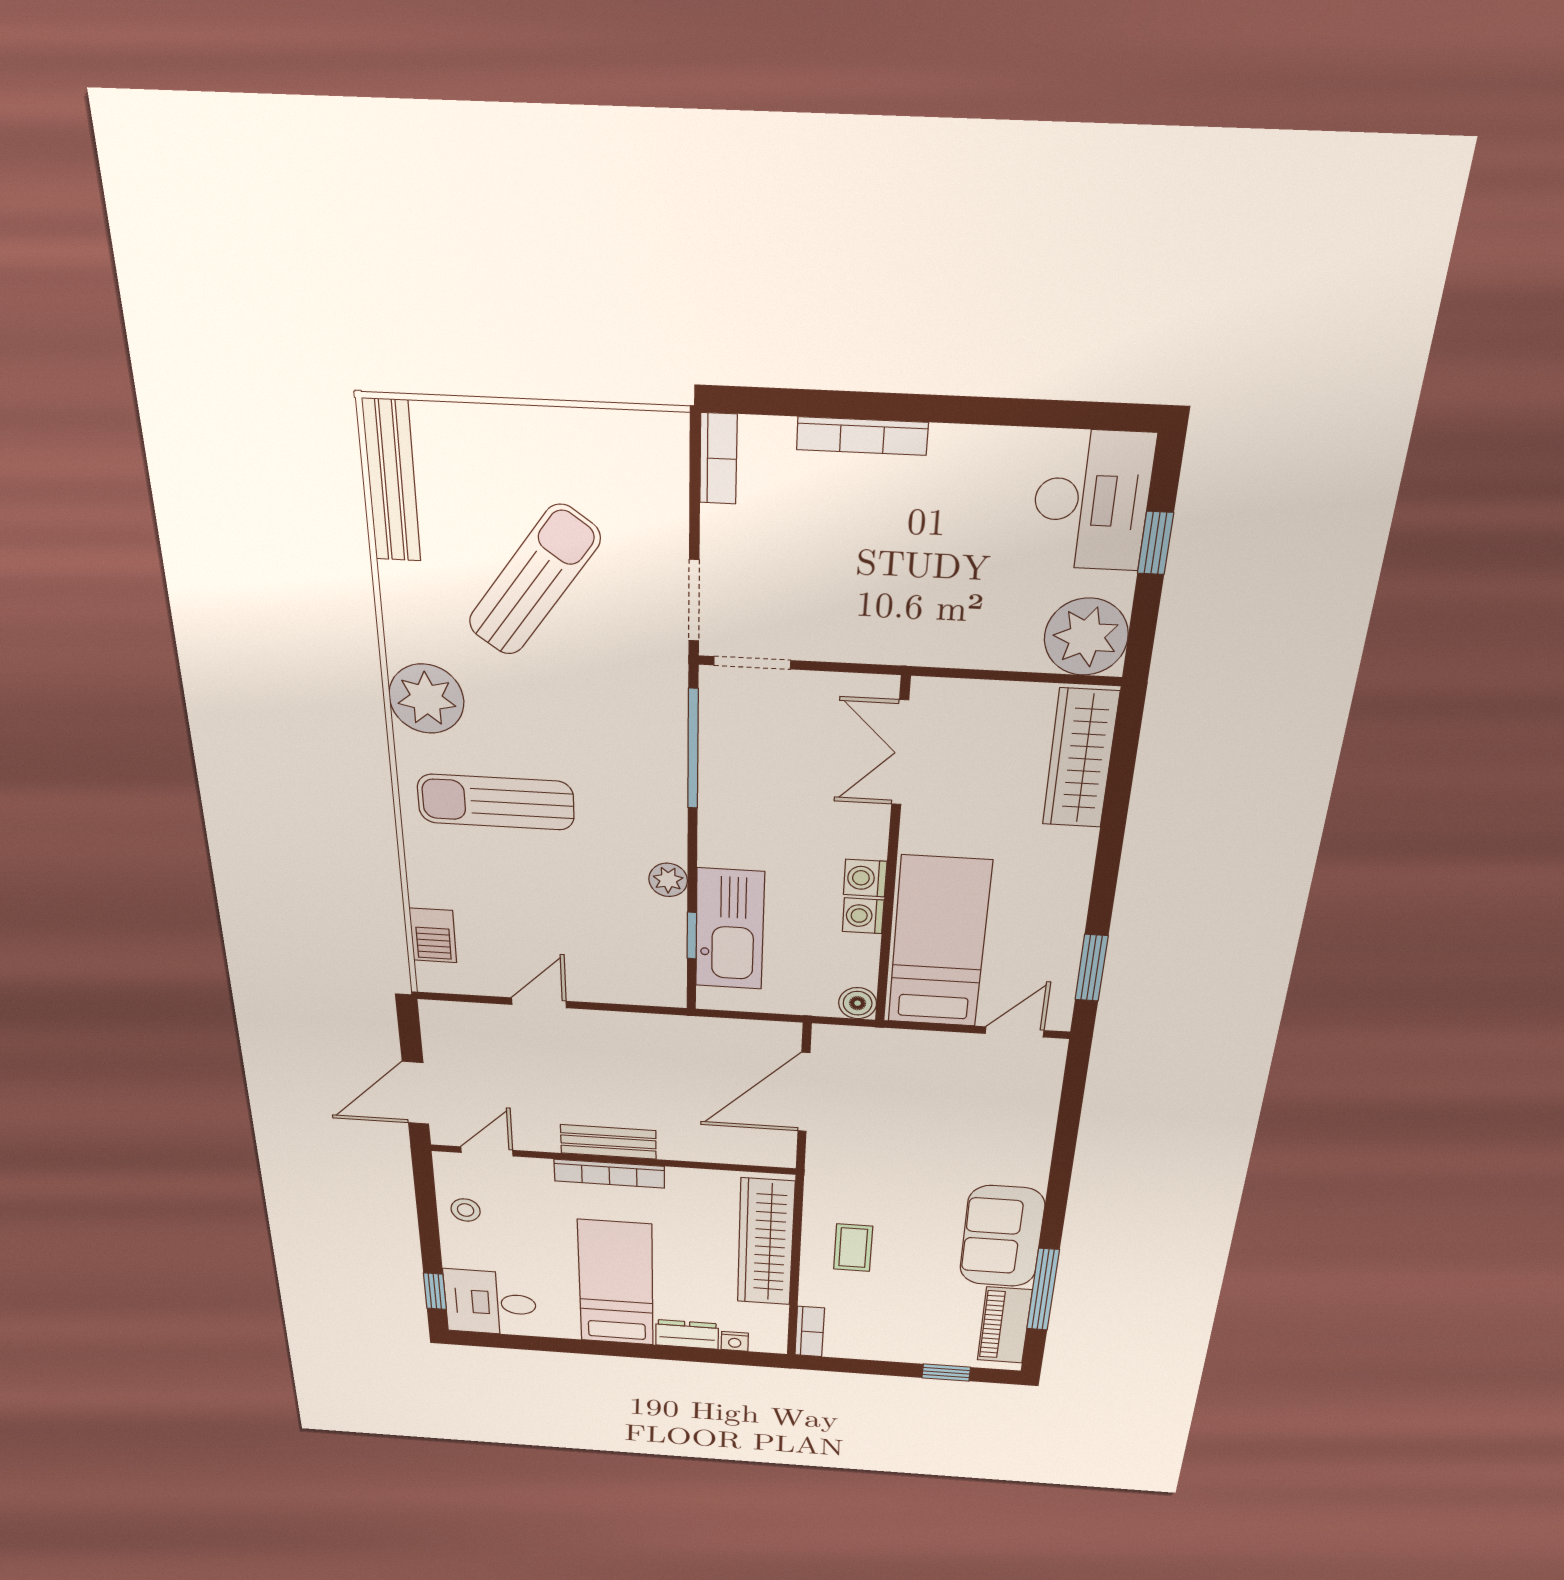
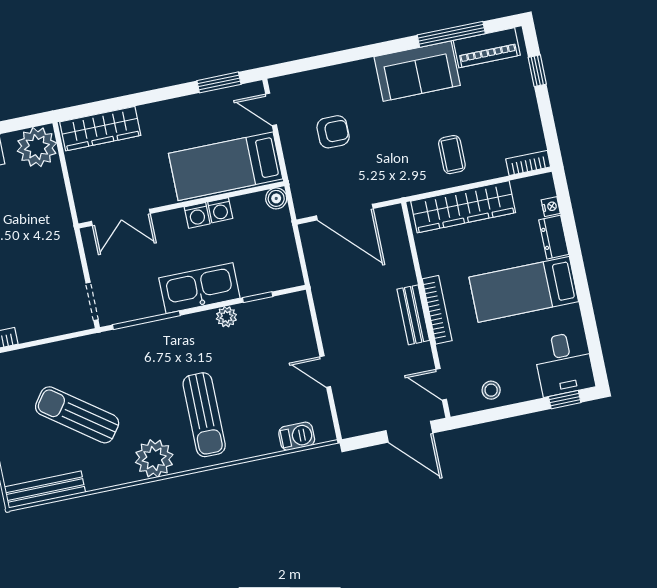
doorway: (694, 601) -> (67, 337), removed
kitchen sink: (730, 929) -> (199, 288), moved
armchair: (944, 1108) -> (333, 132), added
coffee table: (853, 1248) -> (452, 155), turned 90

